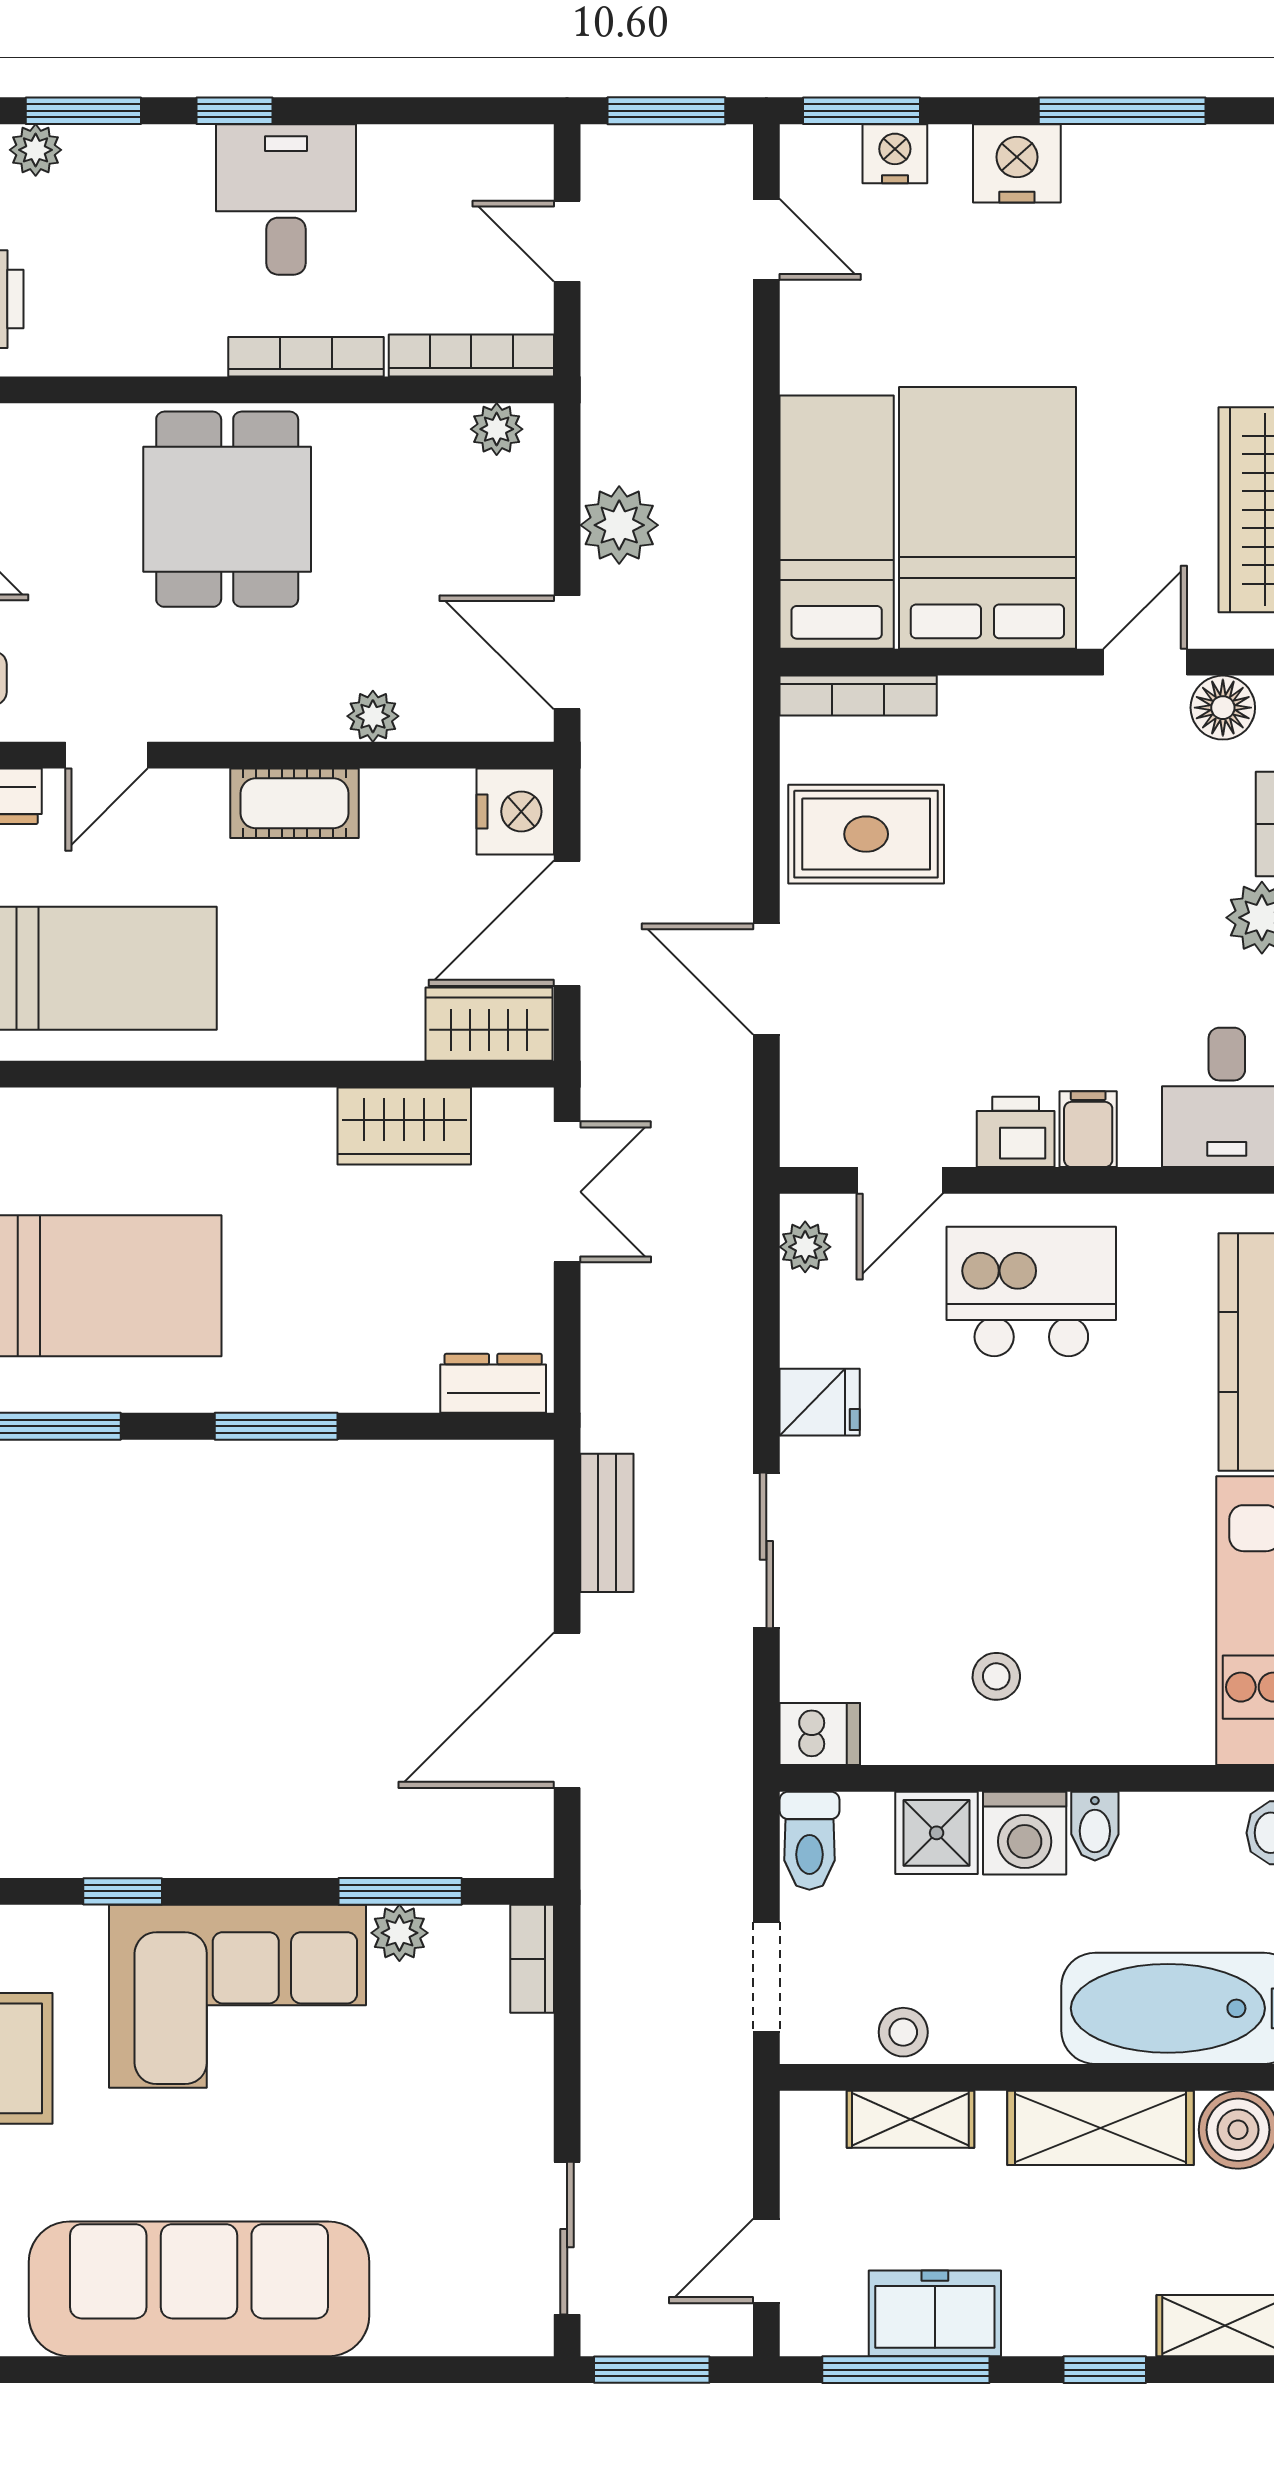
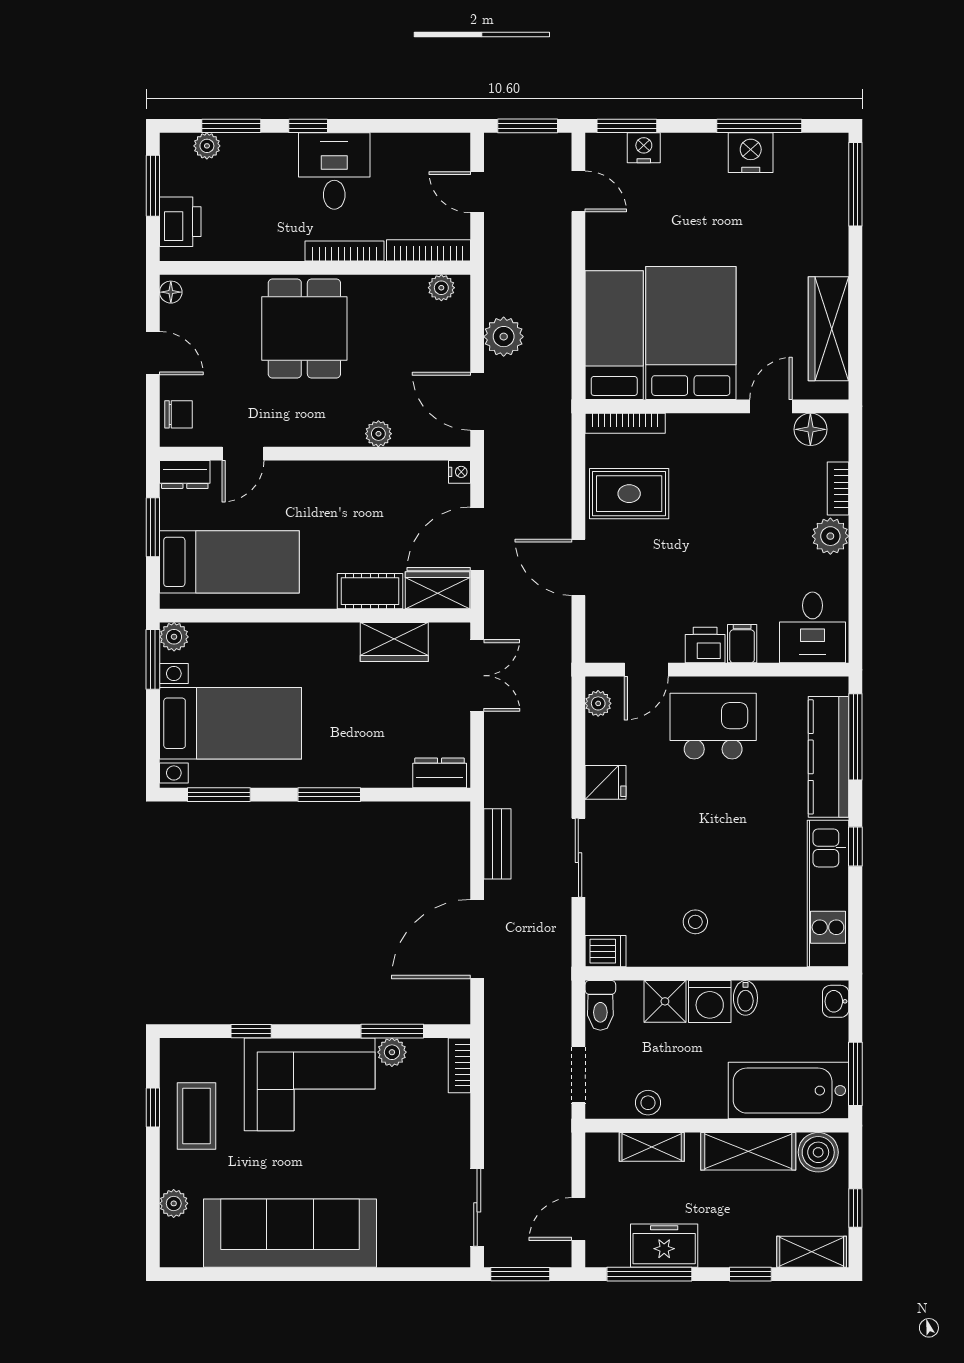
nightstand: (1017, 163) -> (751, 153), moved
cot: (294, 803) -> (370, 591), moved
nightstand: (515, 812) -> (459, 472), width x0.53, depth x0.56

